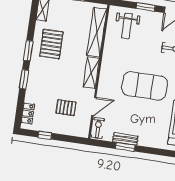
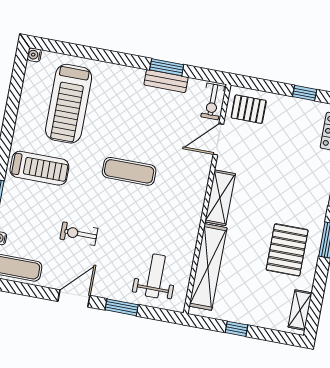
exercise mat: (145, 86) -> (129, 171), width x0.50, depth x0.69
pallet: (66, 108) -> (249, 109), moved

